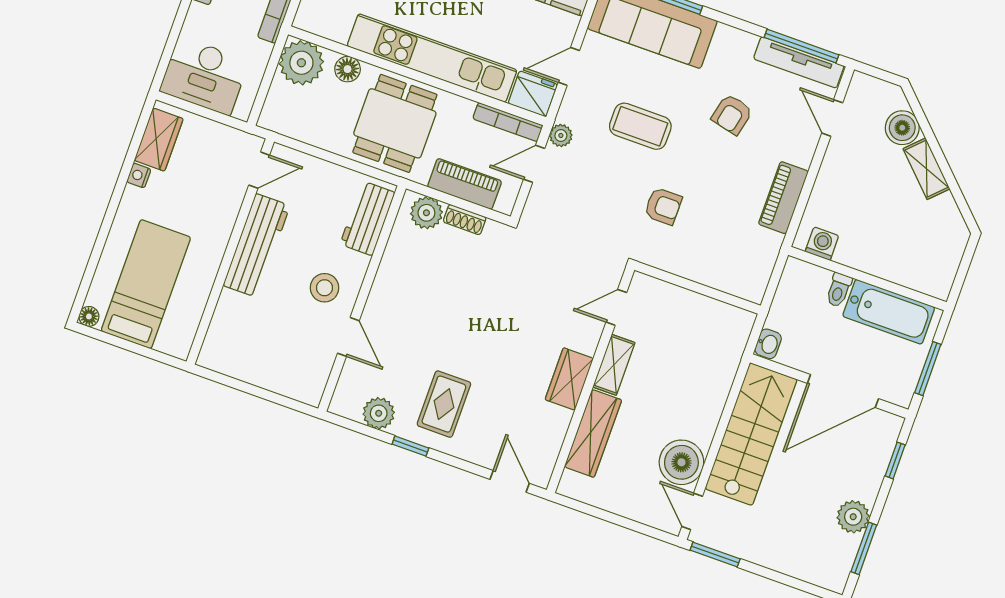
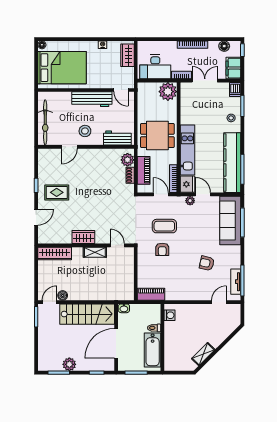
kitchen unit: (432, 58) -> (187, 150), width x0.73
tv unit: (799, 62) -> (236, 282), width x0.71
floor lamp: (348, 69) -> (172, 110), removed
desk: (204, 76) -> (155, 67), moved, turned -90
coffee table: (640, 126) -> (164, 226), moved, turned 90
boiler: (902, 128) -> (225, 330), removed
plant: (561, 135) -> (190, 201), moved
wardrobe: (159, 140) -> (127, 55), moved, turned 90
shelving: (926, 169) -> (203, 354), moved
piano: (783, 198) -> (151, 294), moved
bed: (146, 284) -> (62, 68), width x1.50
bicycle: (272, 373) -> (45, 122), added
door: (843, 391) -> (116, 343), hinge flipped
plant: (379, 413) -> (44, 169), removed
wardrobe: (593, 433) -> (55, 253), moved
boiler: (681, 462) -> (63, 295), width x0.54, depth x0.54
door: (510, 481) -> (36, 217), moved

